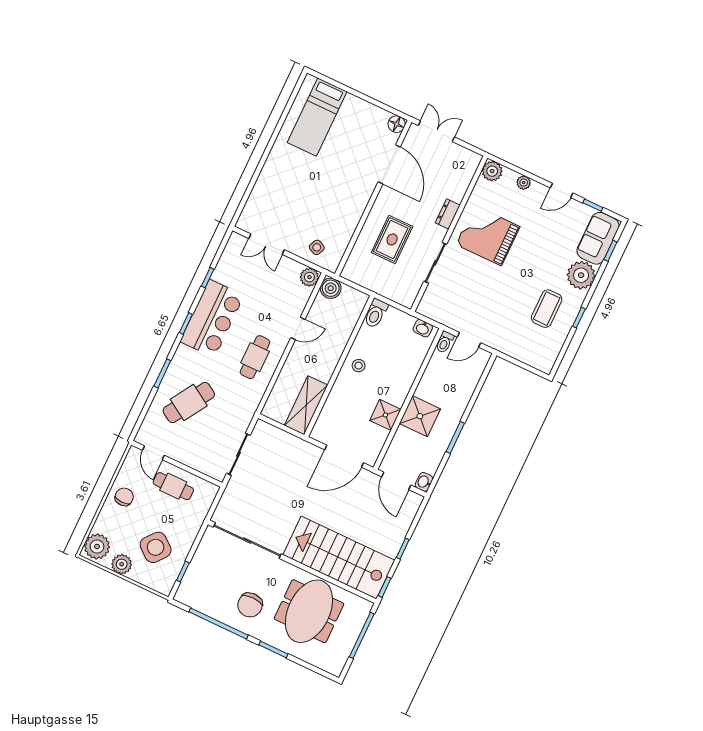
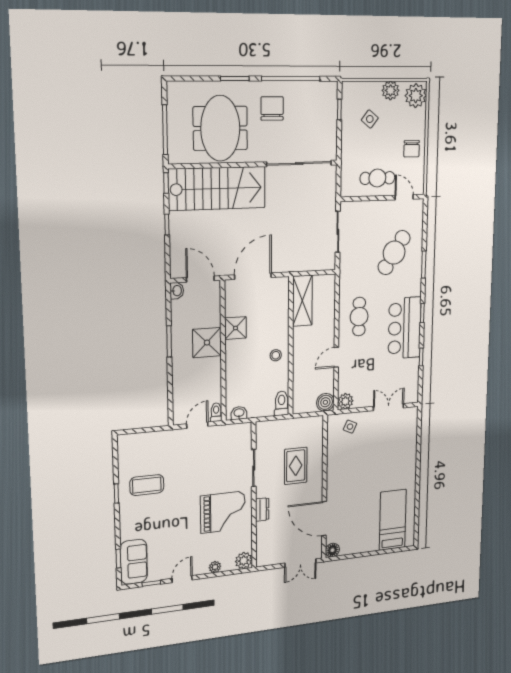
plant: (581, 275) -> (132, 526), removed
coffee table: (547, 309) -> (147, 485), turned 90
side table: (156, 547) -> (370, 119), width x0.54, depth x0.54

